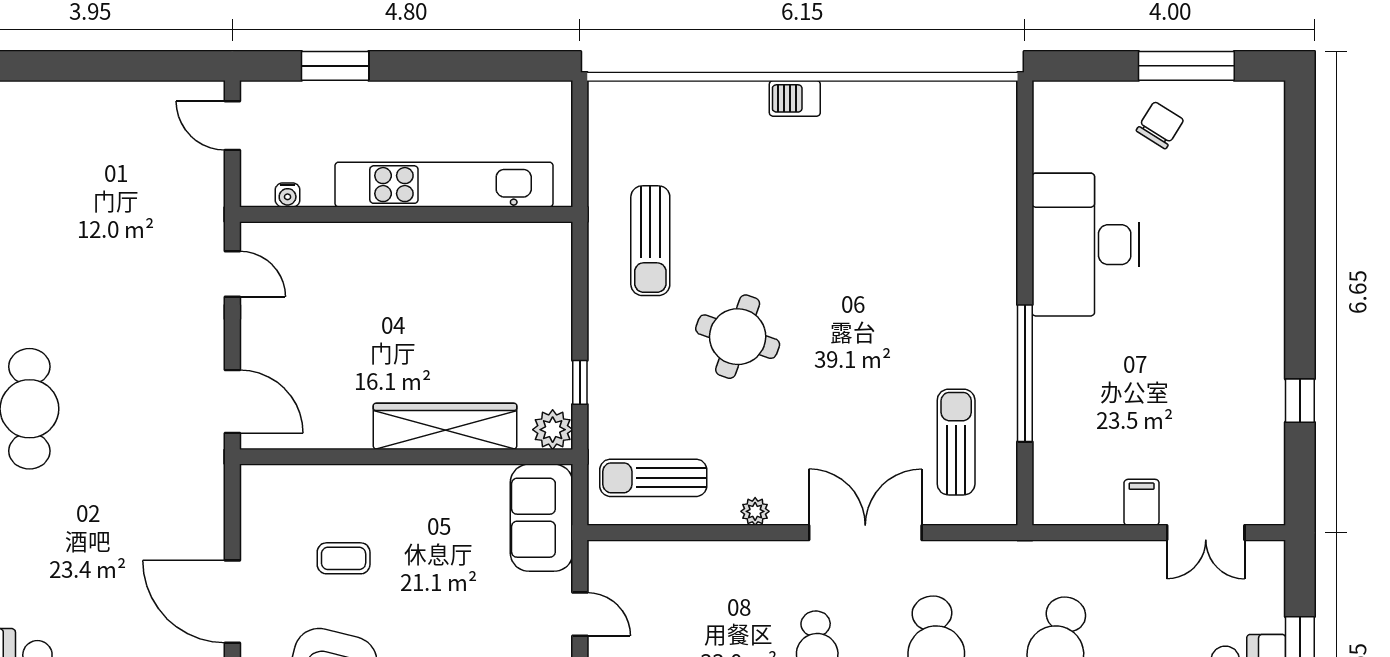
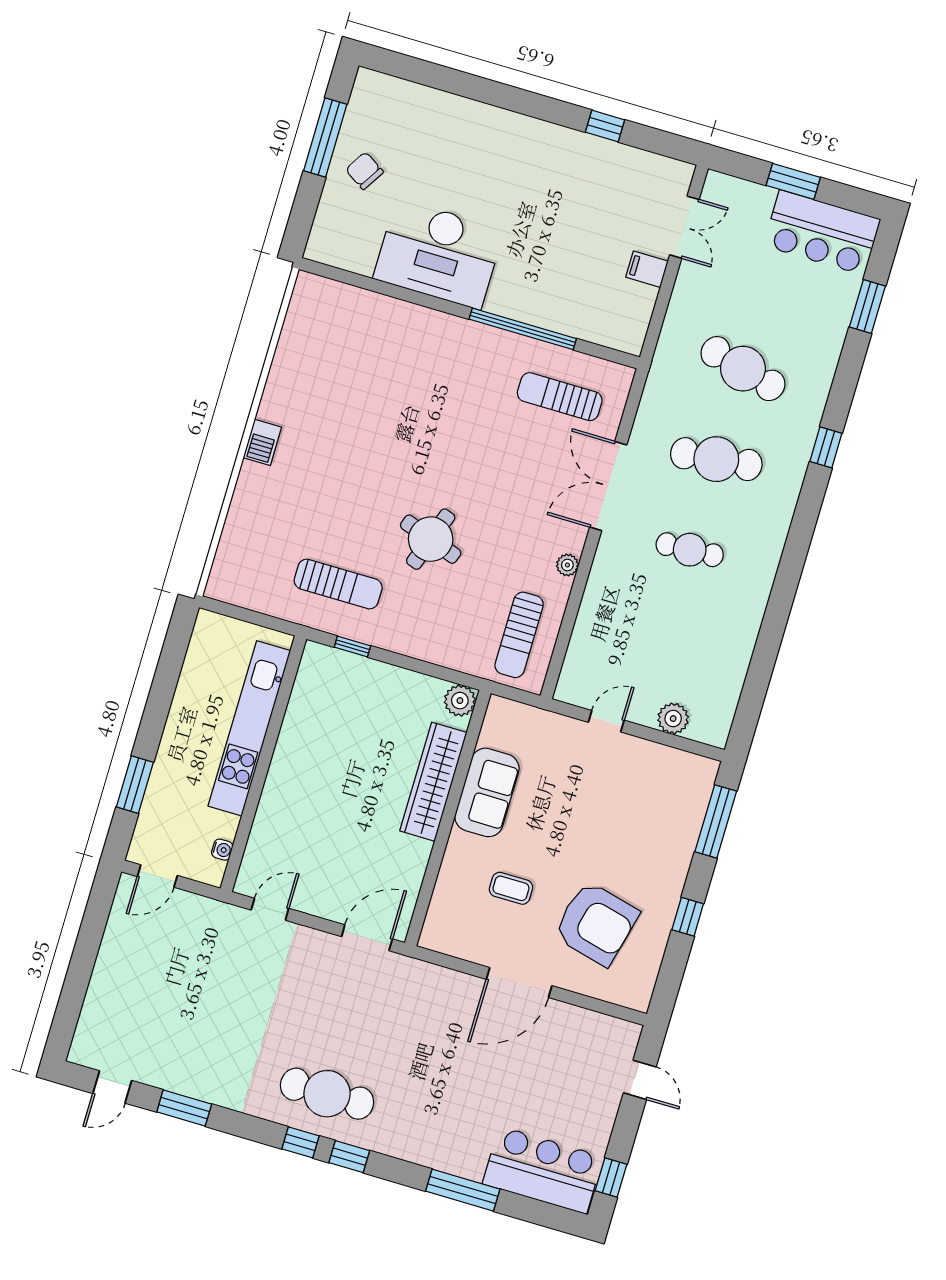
window: (580, 382) -> (352, 646), moved
sofa: (542, 518) -> (487, 792), moved, turned -90
coffee table: (344, 558) -> (511, 888), turned 90

